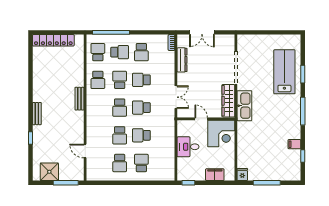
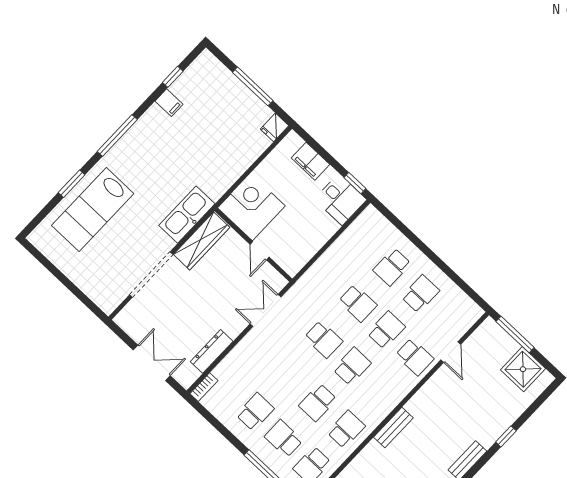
school desk: (141, 80) -> (415, 357), moved
desk: (188, 147) -> (340, 199), moved

